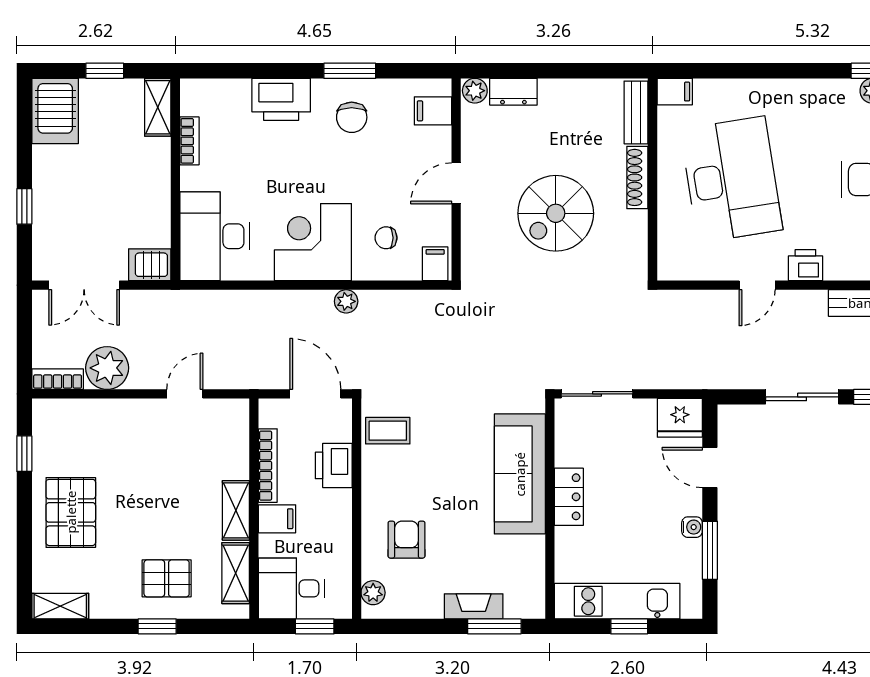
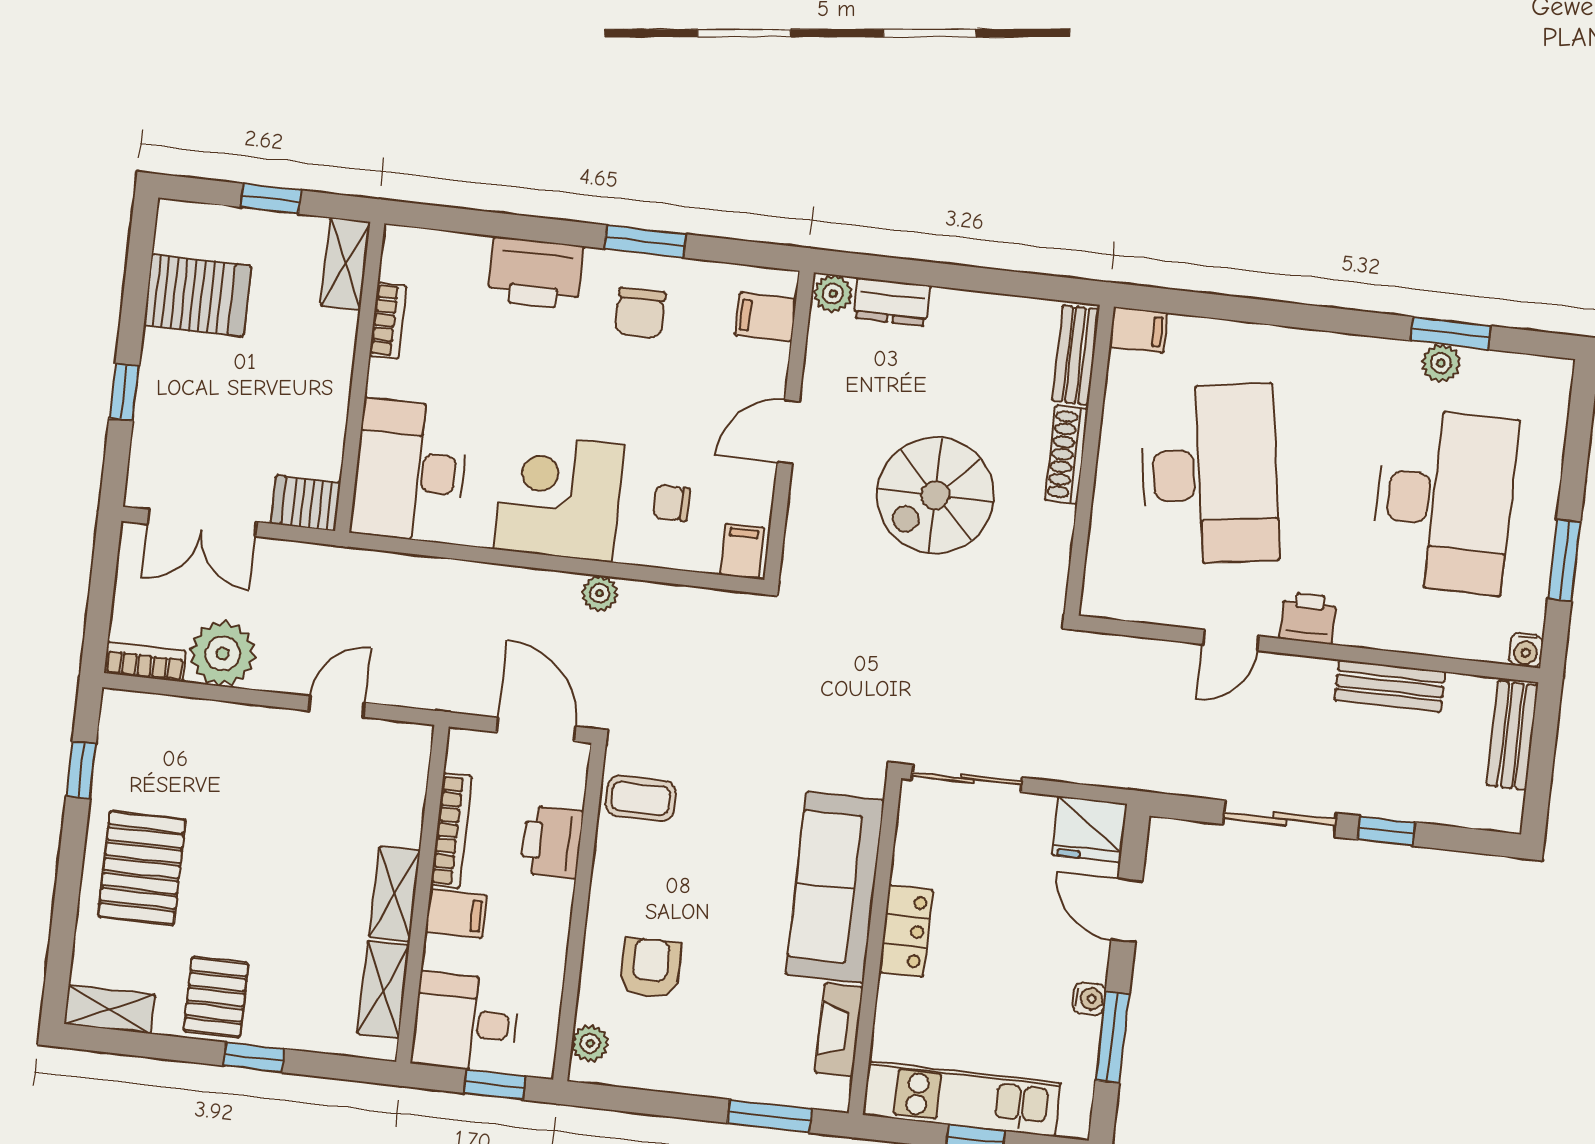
server rack: (55, 111) -> (197, 296), moved, turned -90
pallet: (167, 578) -> (216, 997), moved, turned 90
fireplace: (474, 606) -> (839, 1030), moved, turned -90

